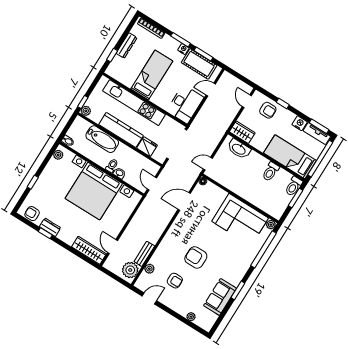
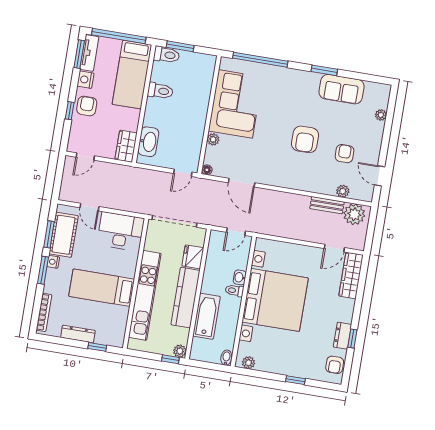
armchair: (268, 110) -> (87, 106), moved
door: (208, 164) -> (183, 173), hinge flipped
plant: (271, 225) -> (213, 139), moved

